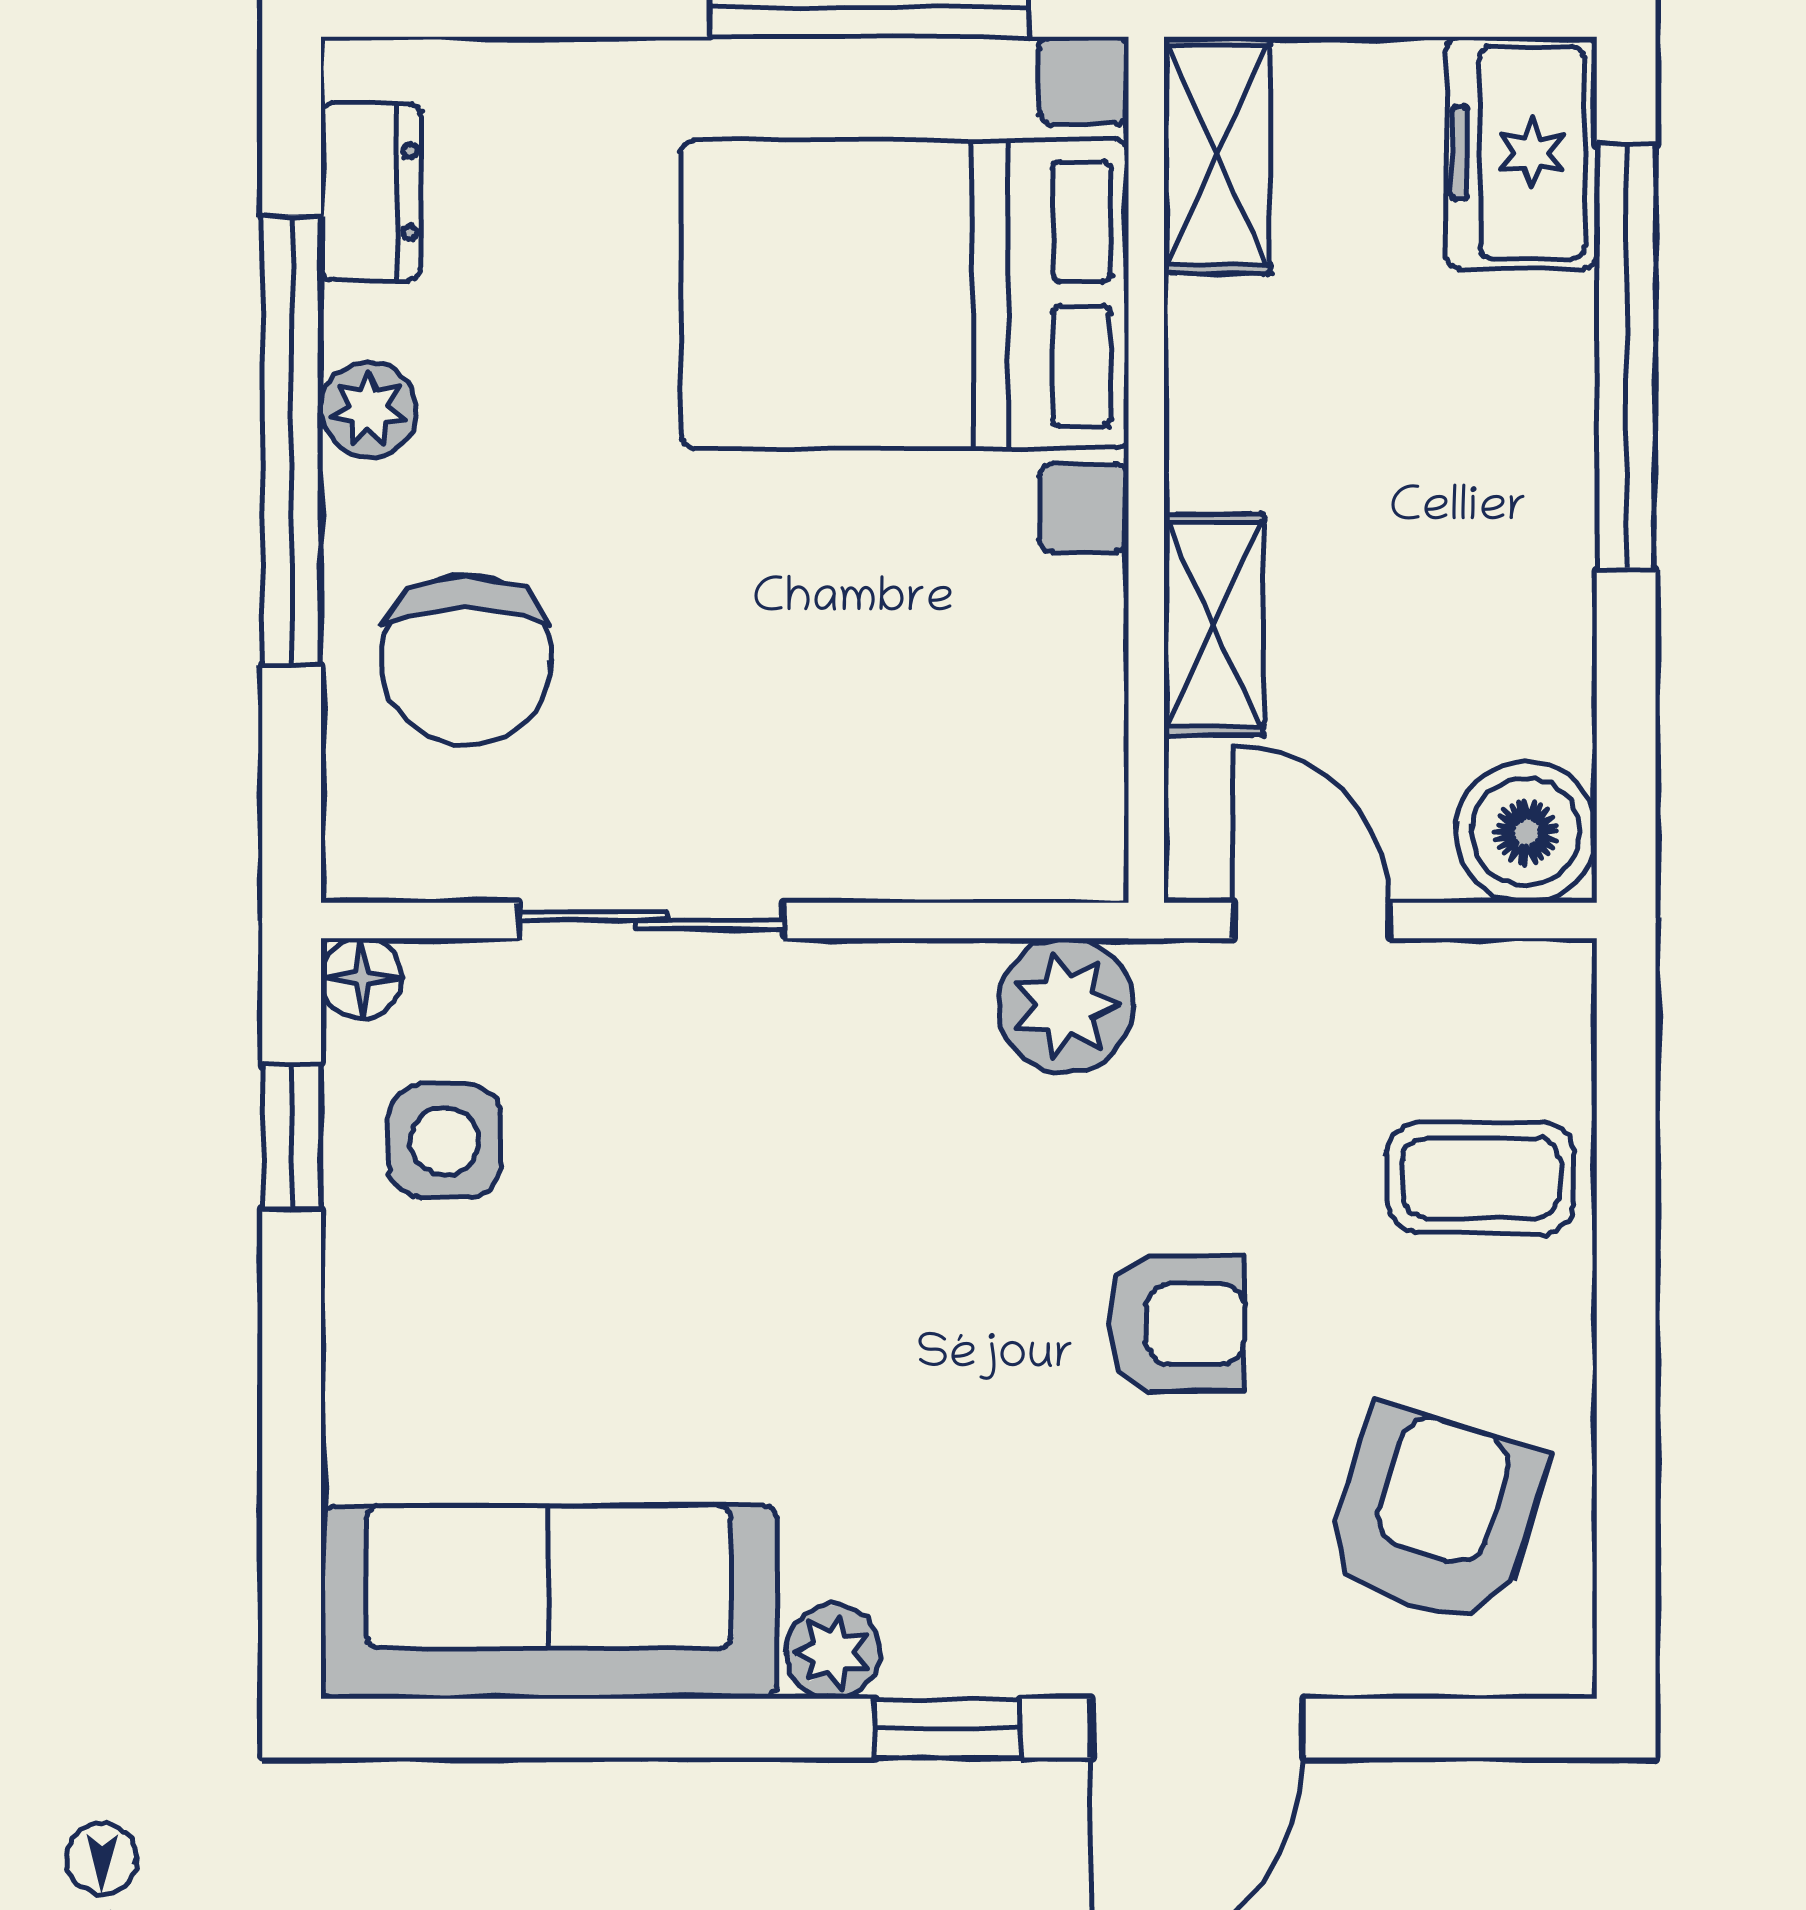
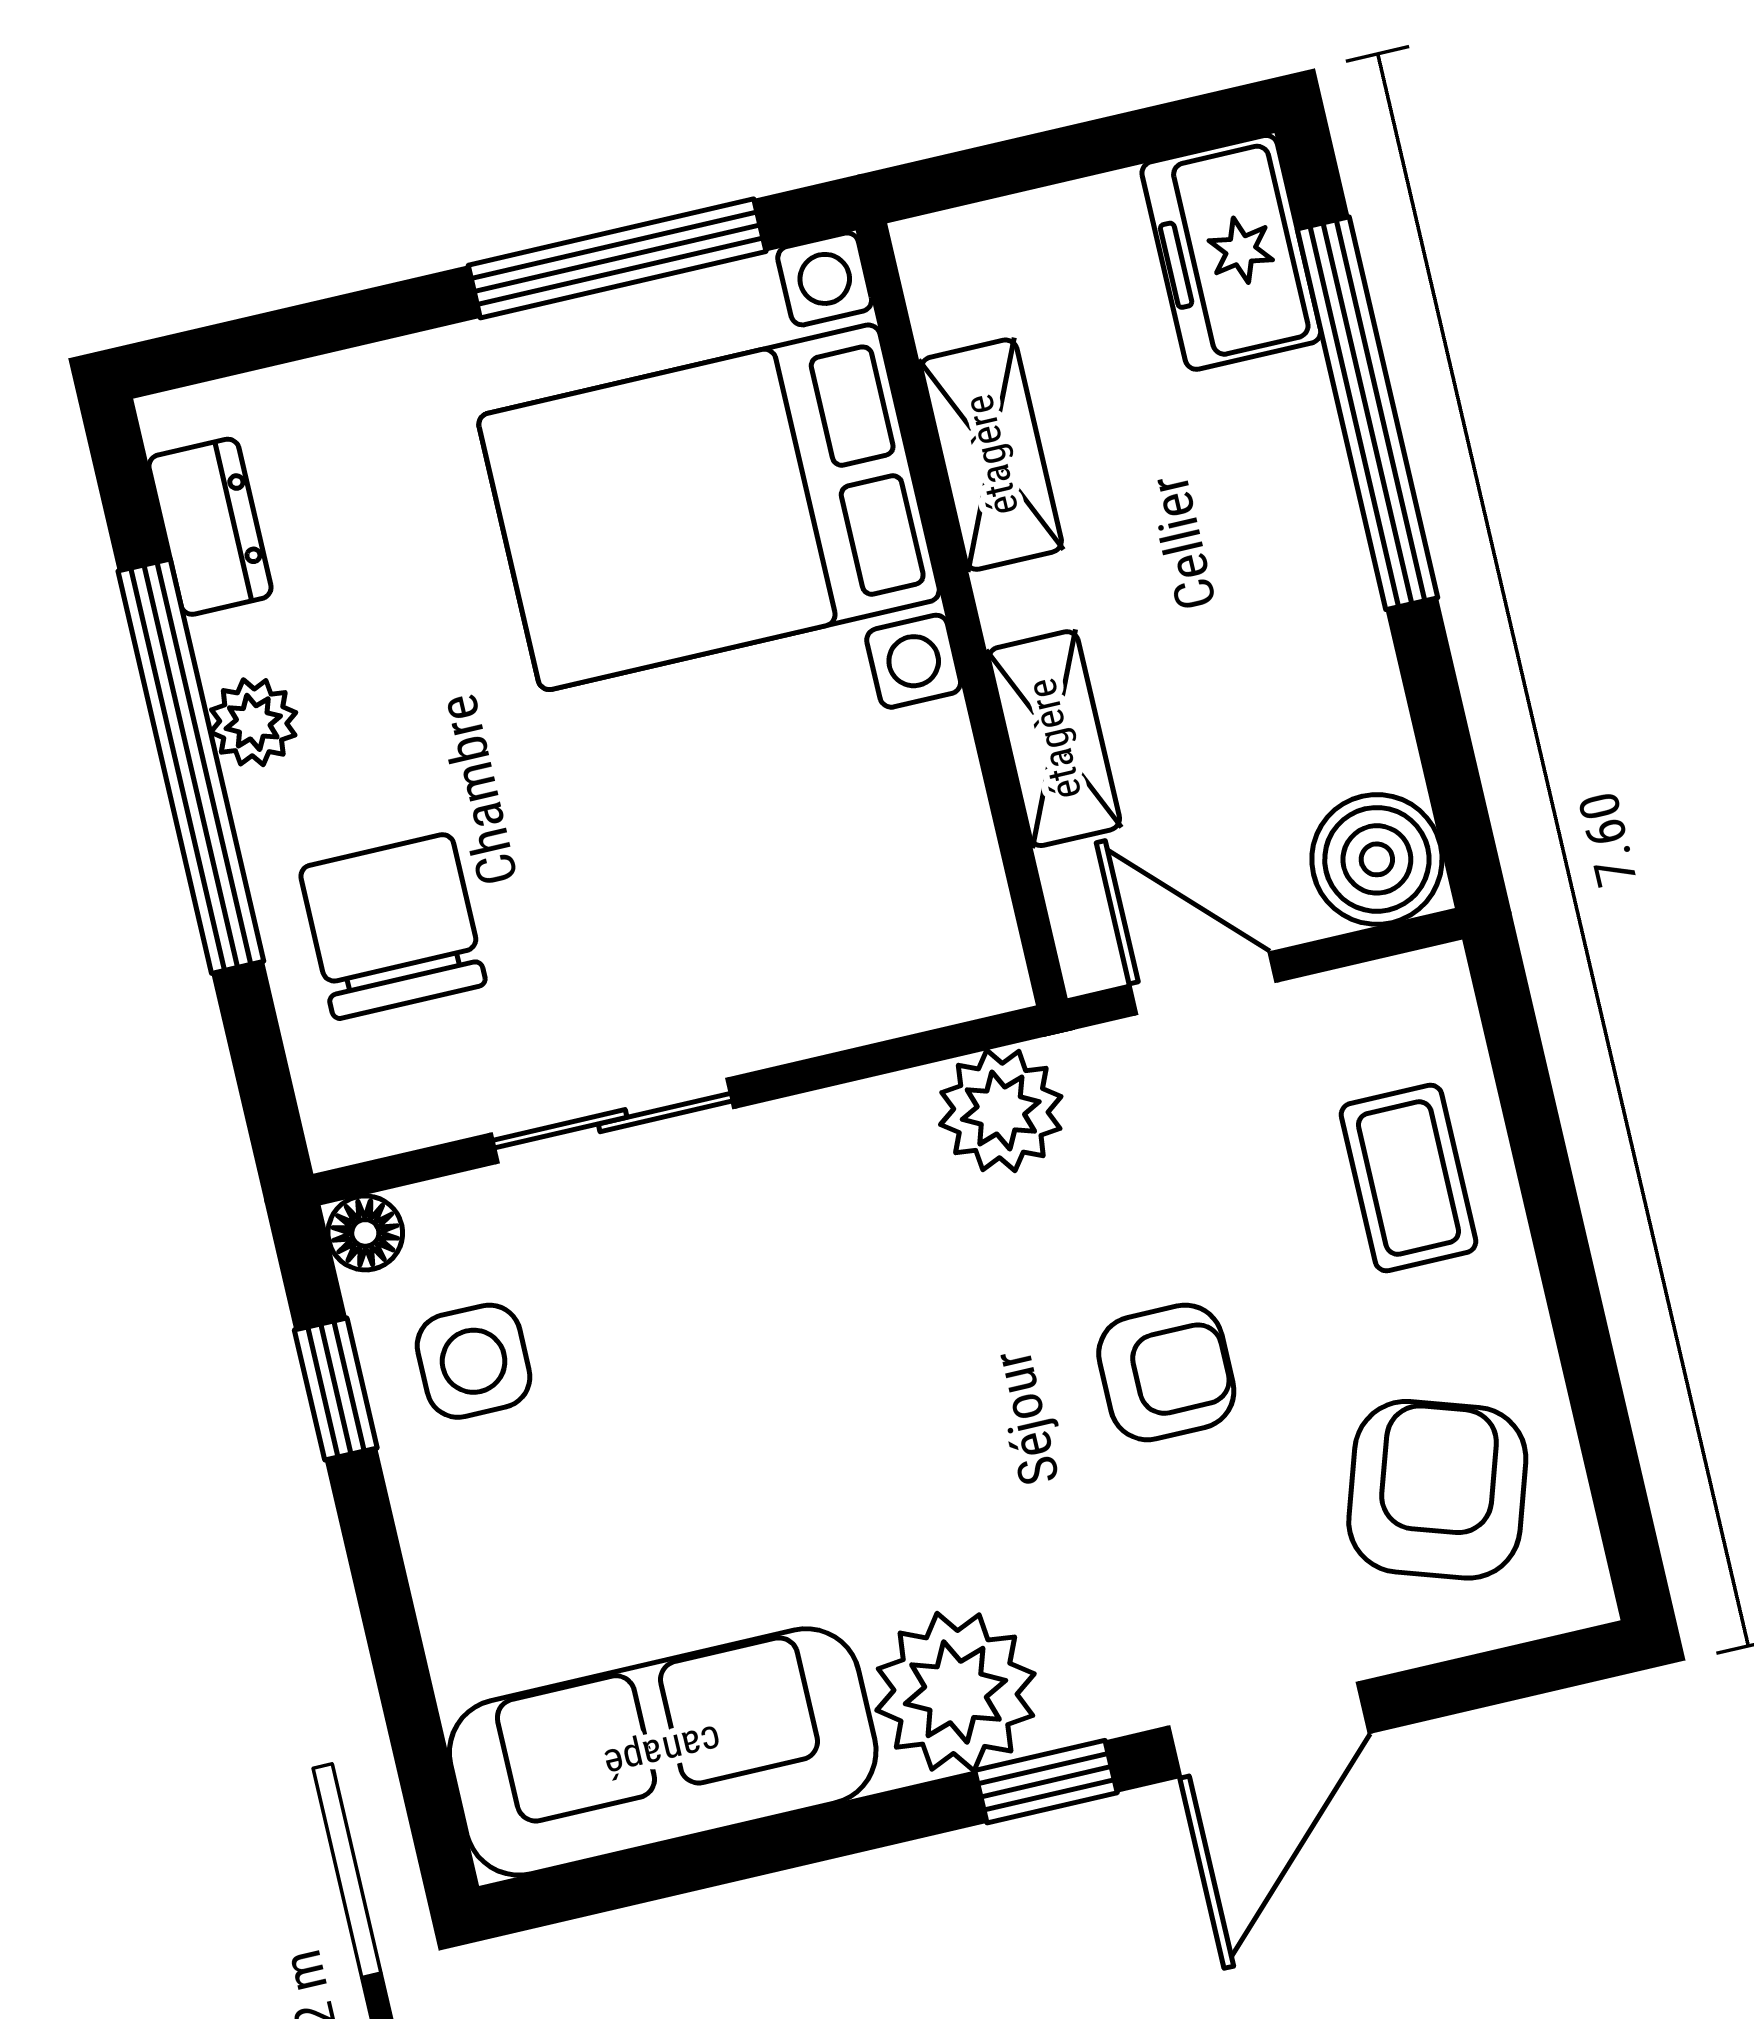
shelving: (1217, 155) -> (991, 455), moved
chair: (466, 660) -> (393, 926), turned 180
coffee table: (1481, 1178) -> (1409, 1178), turned 90
plant: (833, 1652) -> (955, 1692), width x1.87, depth x1.87

